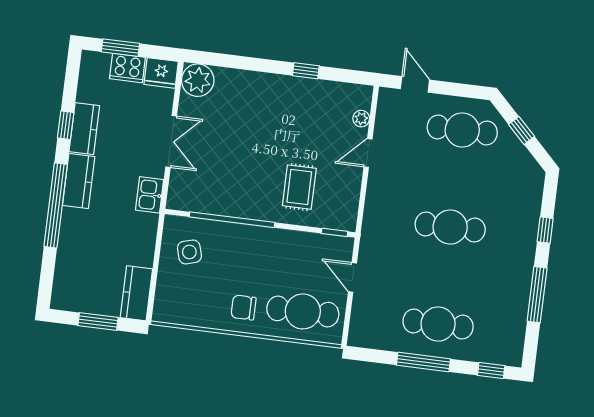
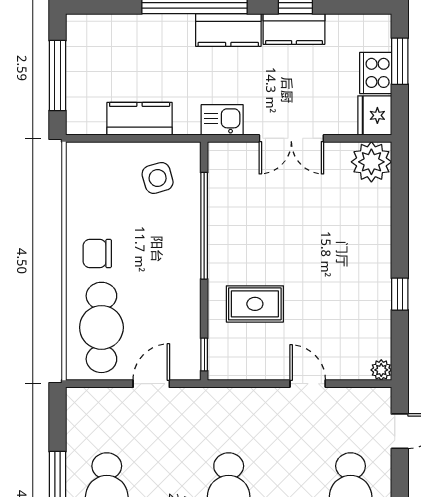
plant: (361, 119) -> (381, 370), moved
kitchen counter: (136, 293) -> (140, 119), moved
chair: (244, 307) -> (97, 253), turned -90
window: (98, 321) -> (57, 76), width x1.44

